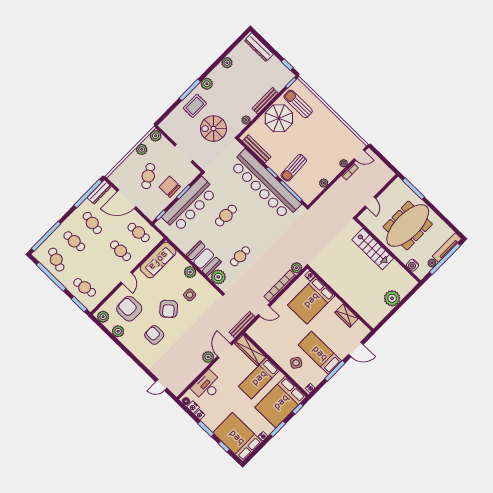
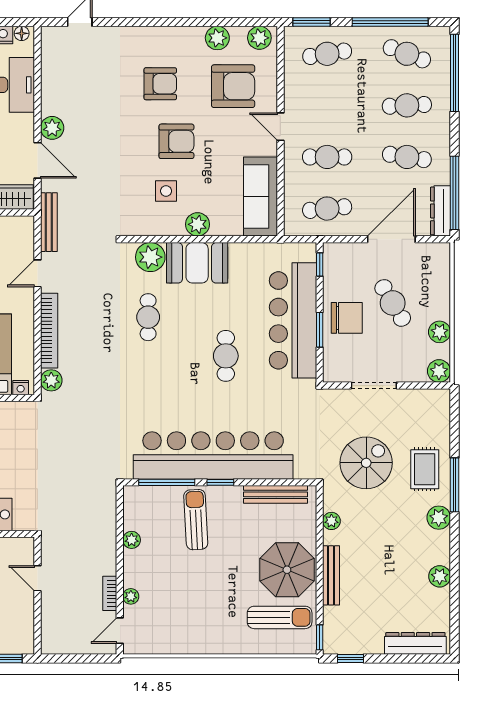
armchair: (169, 309) -> (176, 141), turned 130

